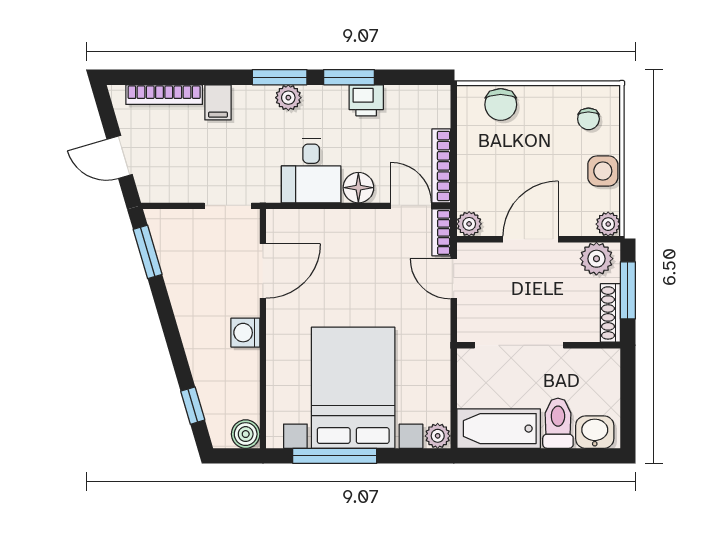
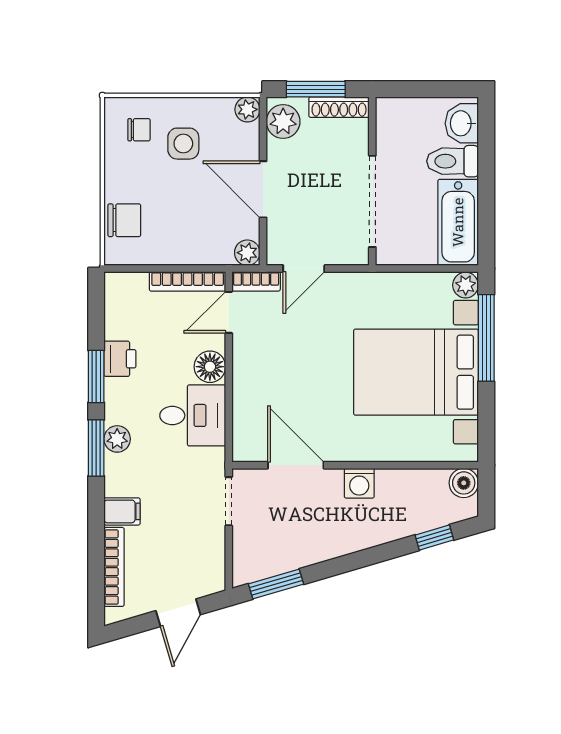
side table: (603, 171) -> (183, 144), moved
window: (335, 456) -> (486, 338), moved

